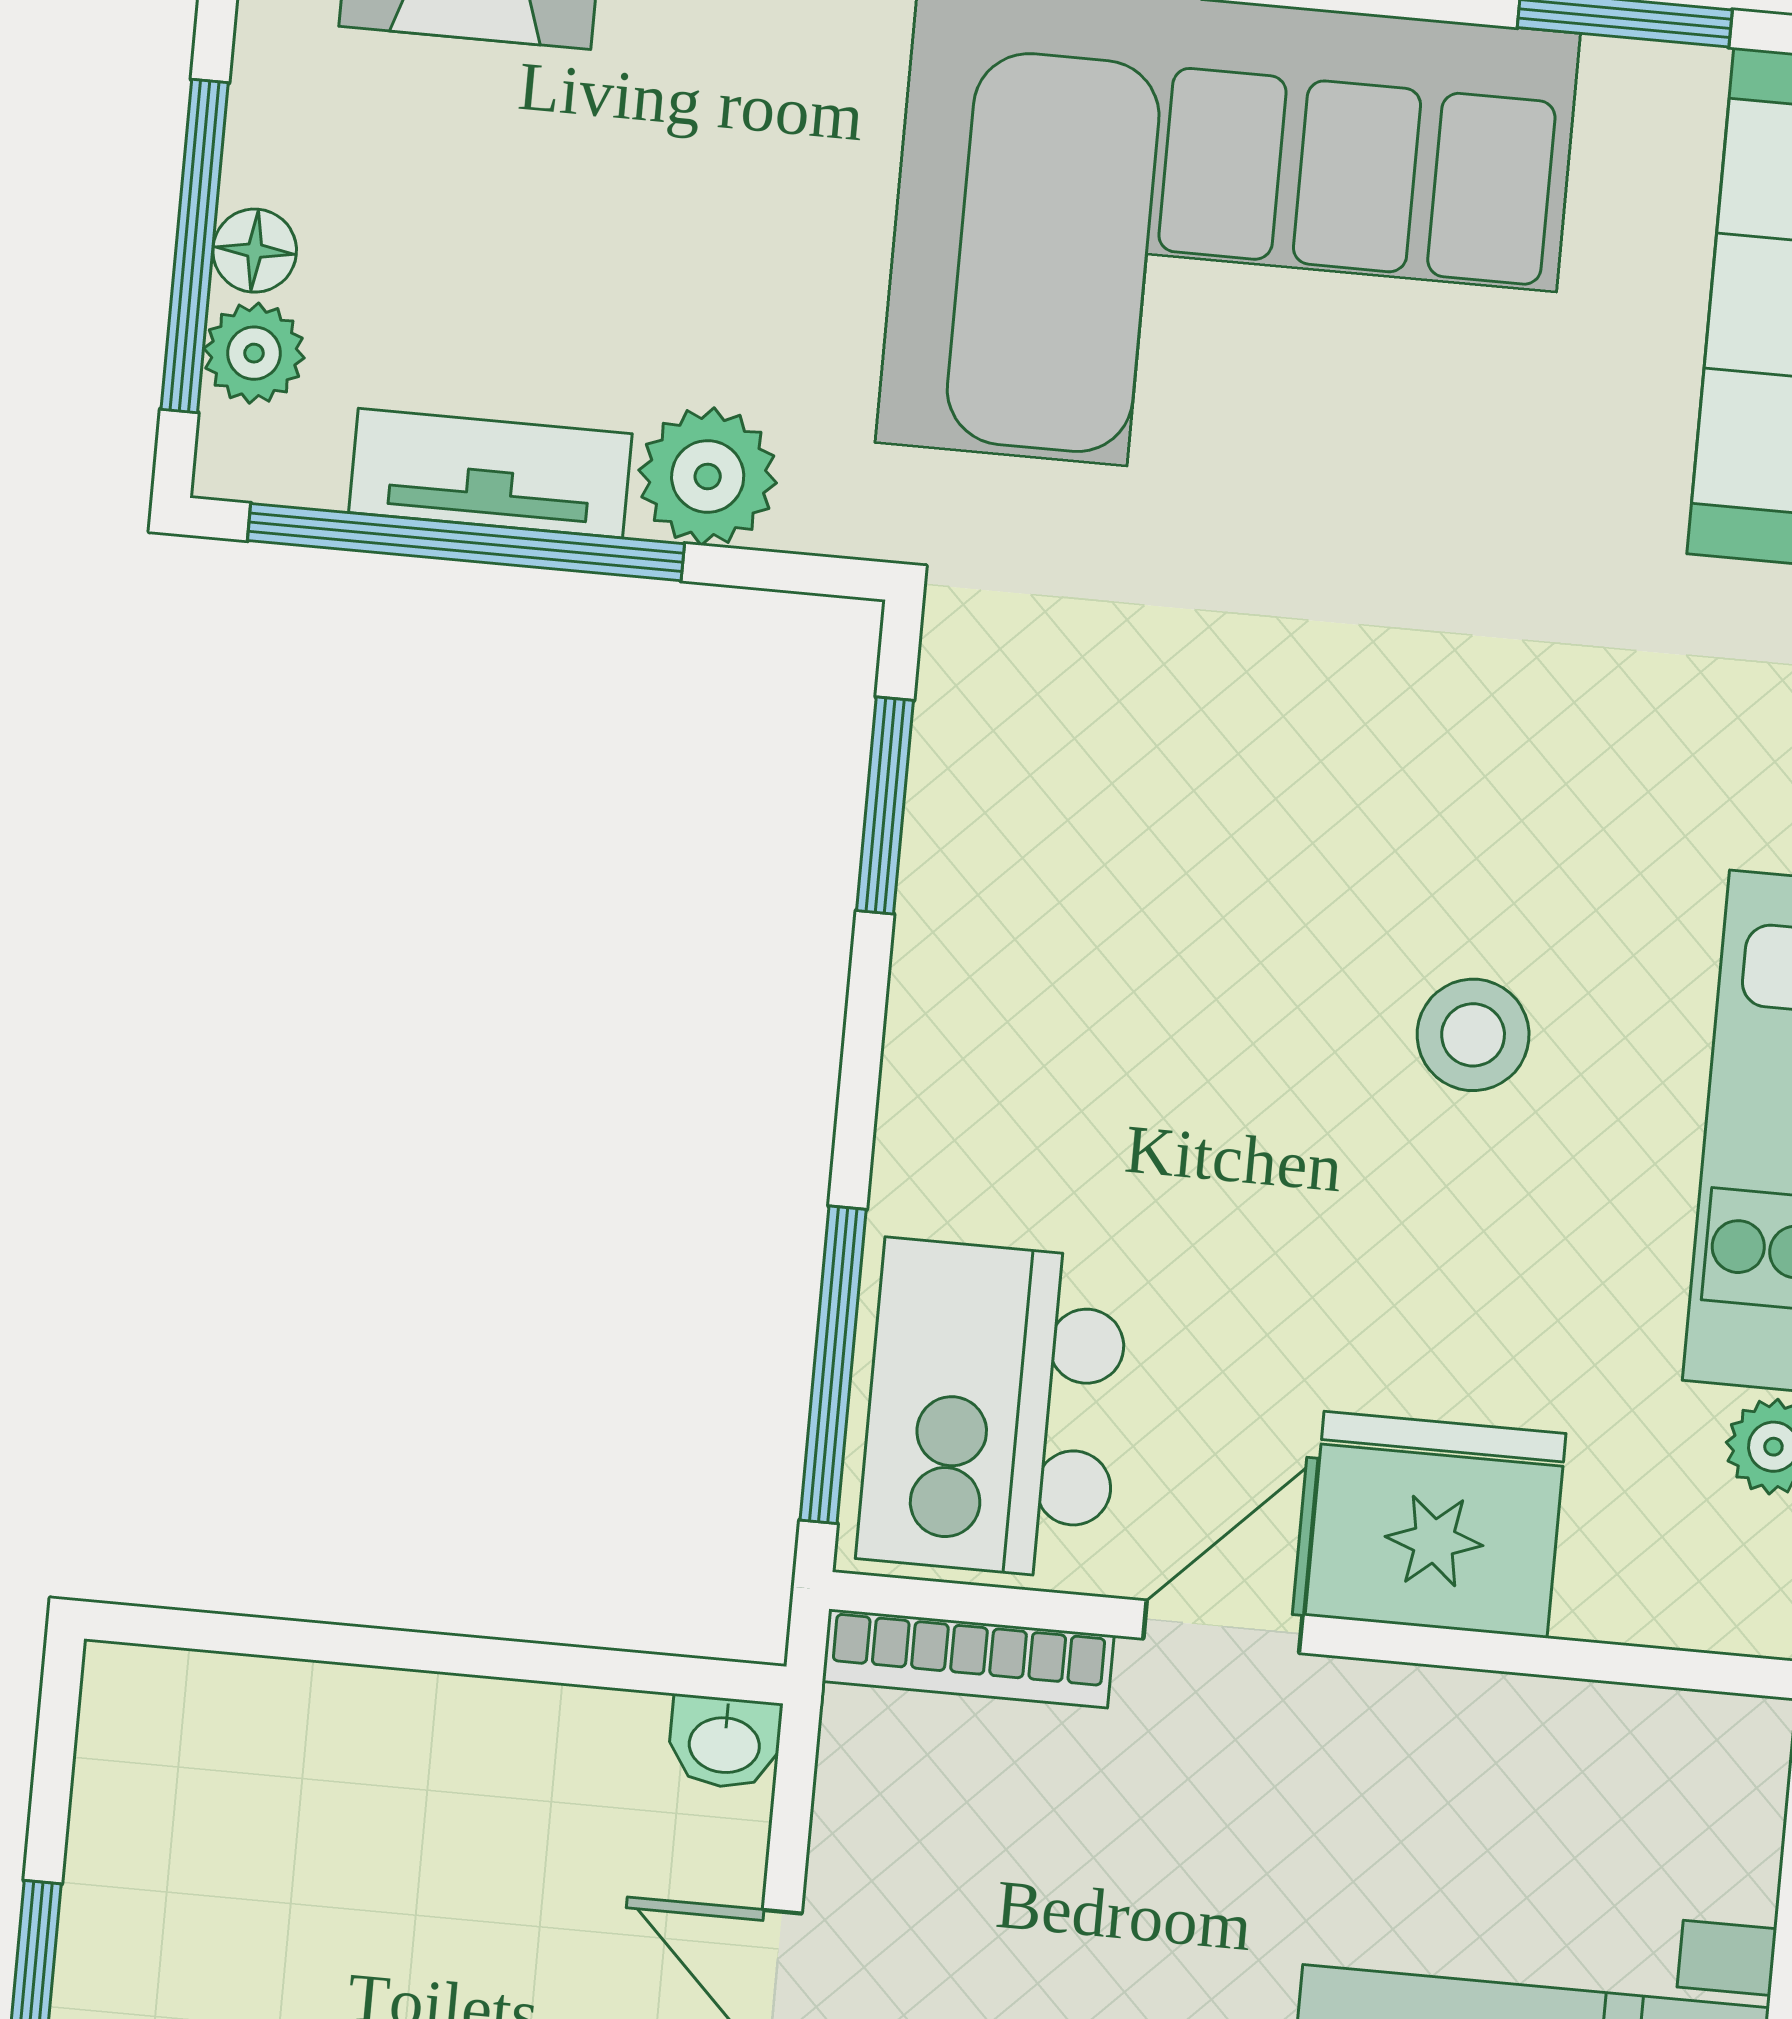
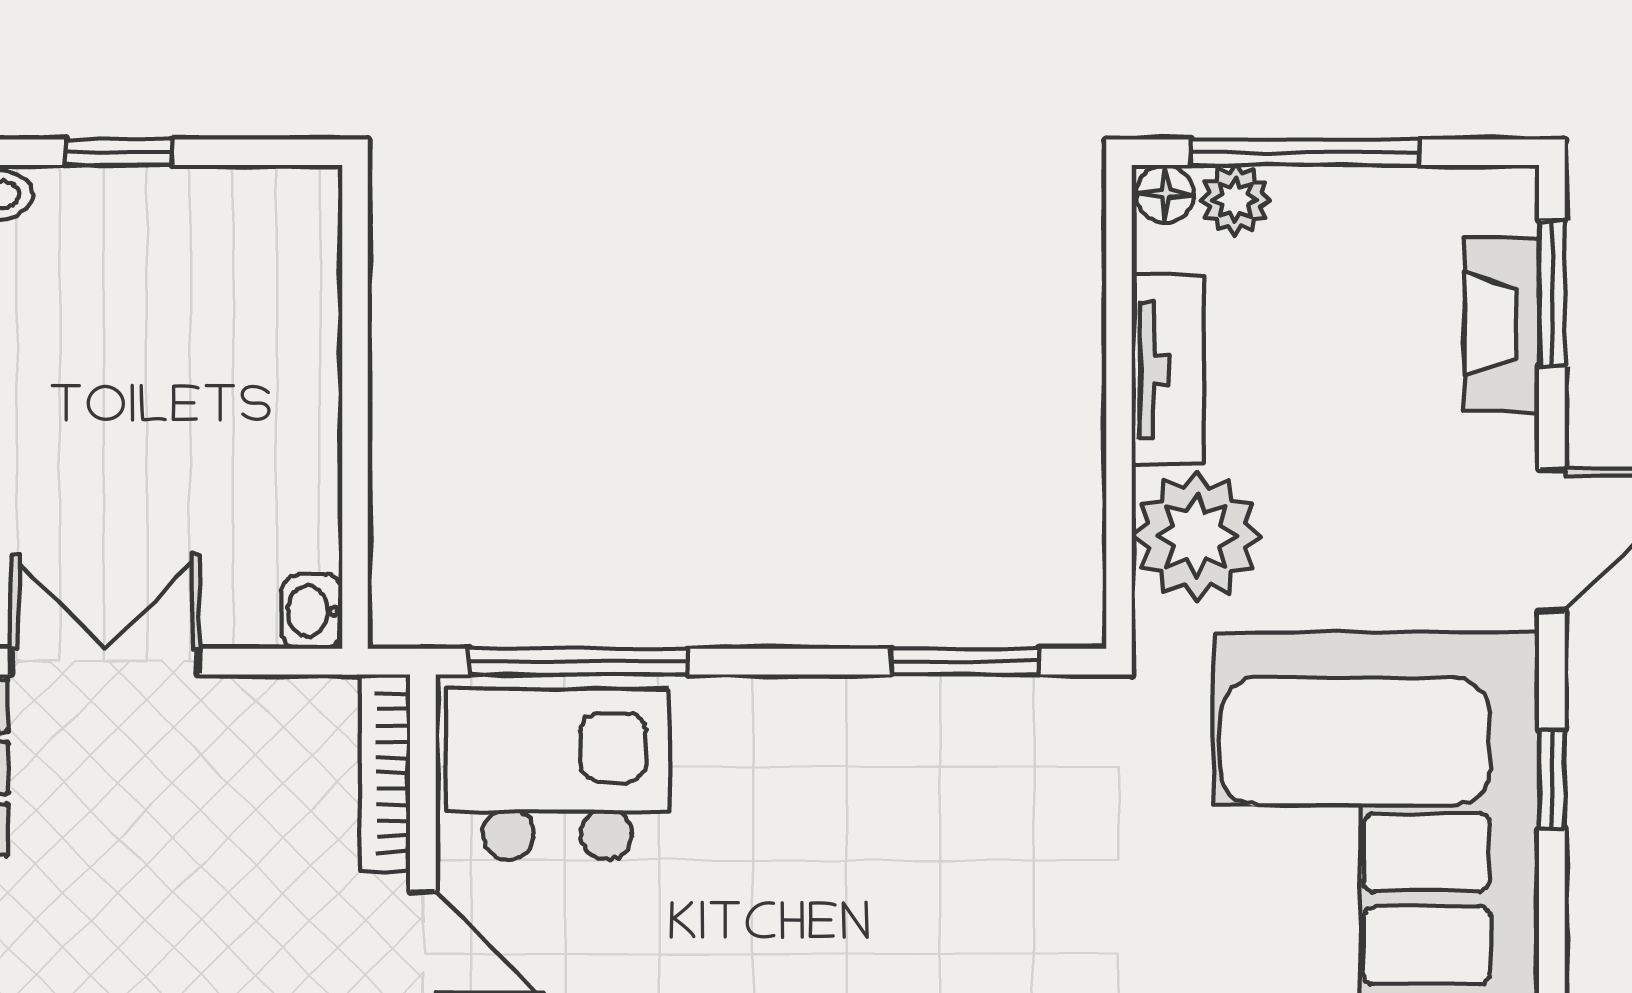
floor lamp: (255, 251) -> (1165, 194), moved
plant: (708, 476) -> (1197, 536), width x1.36, depth x1.36
window: (466, 542) -> (1119, 357), removed

